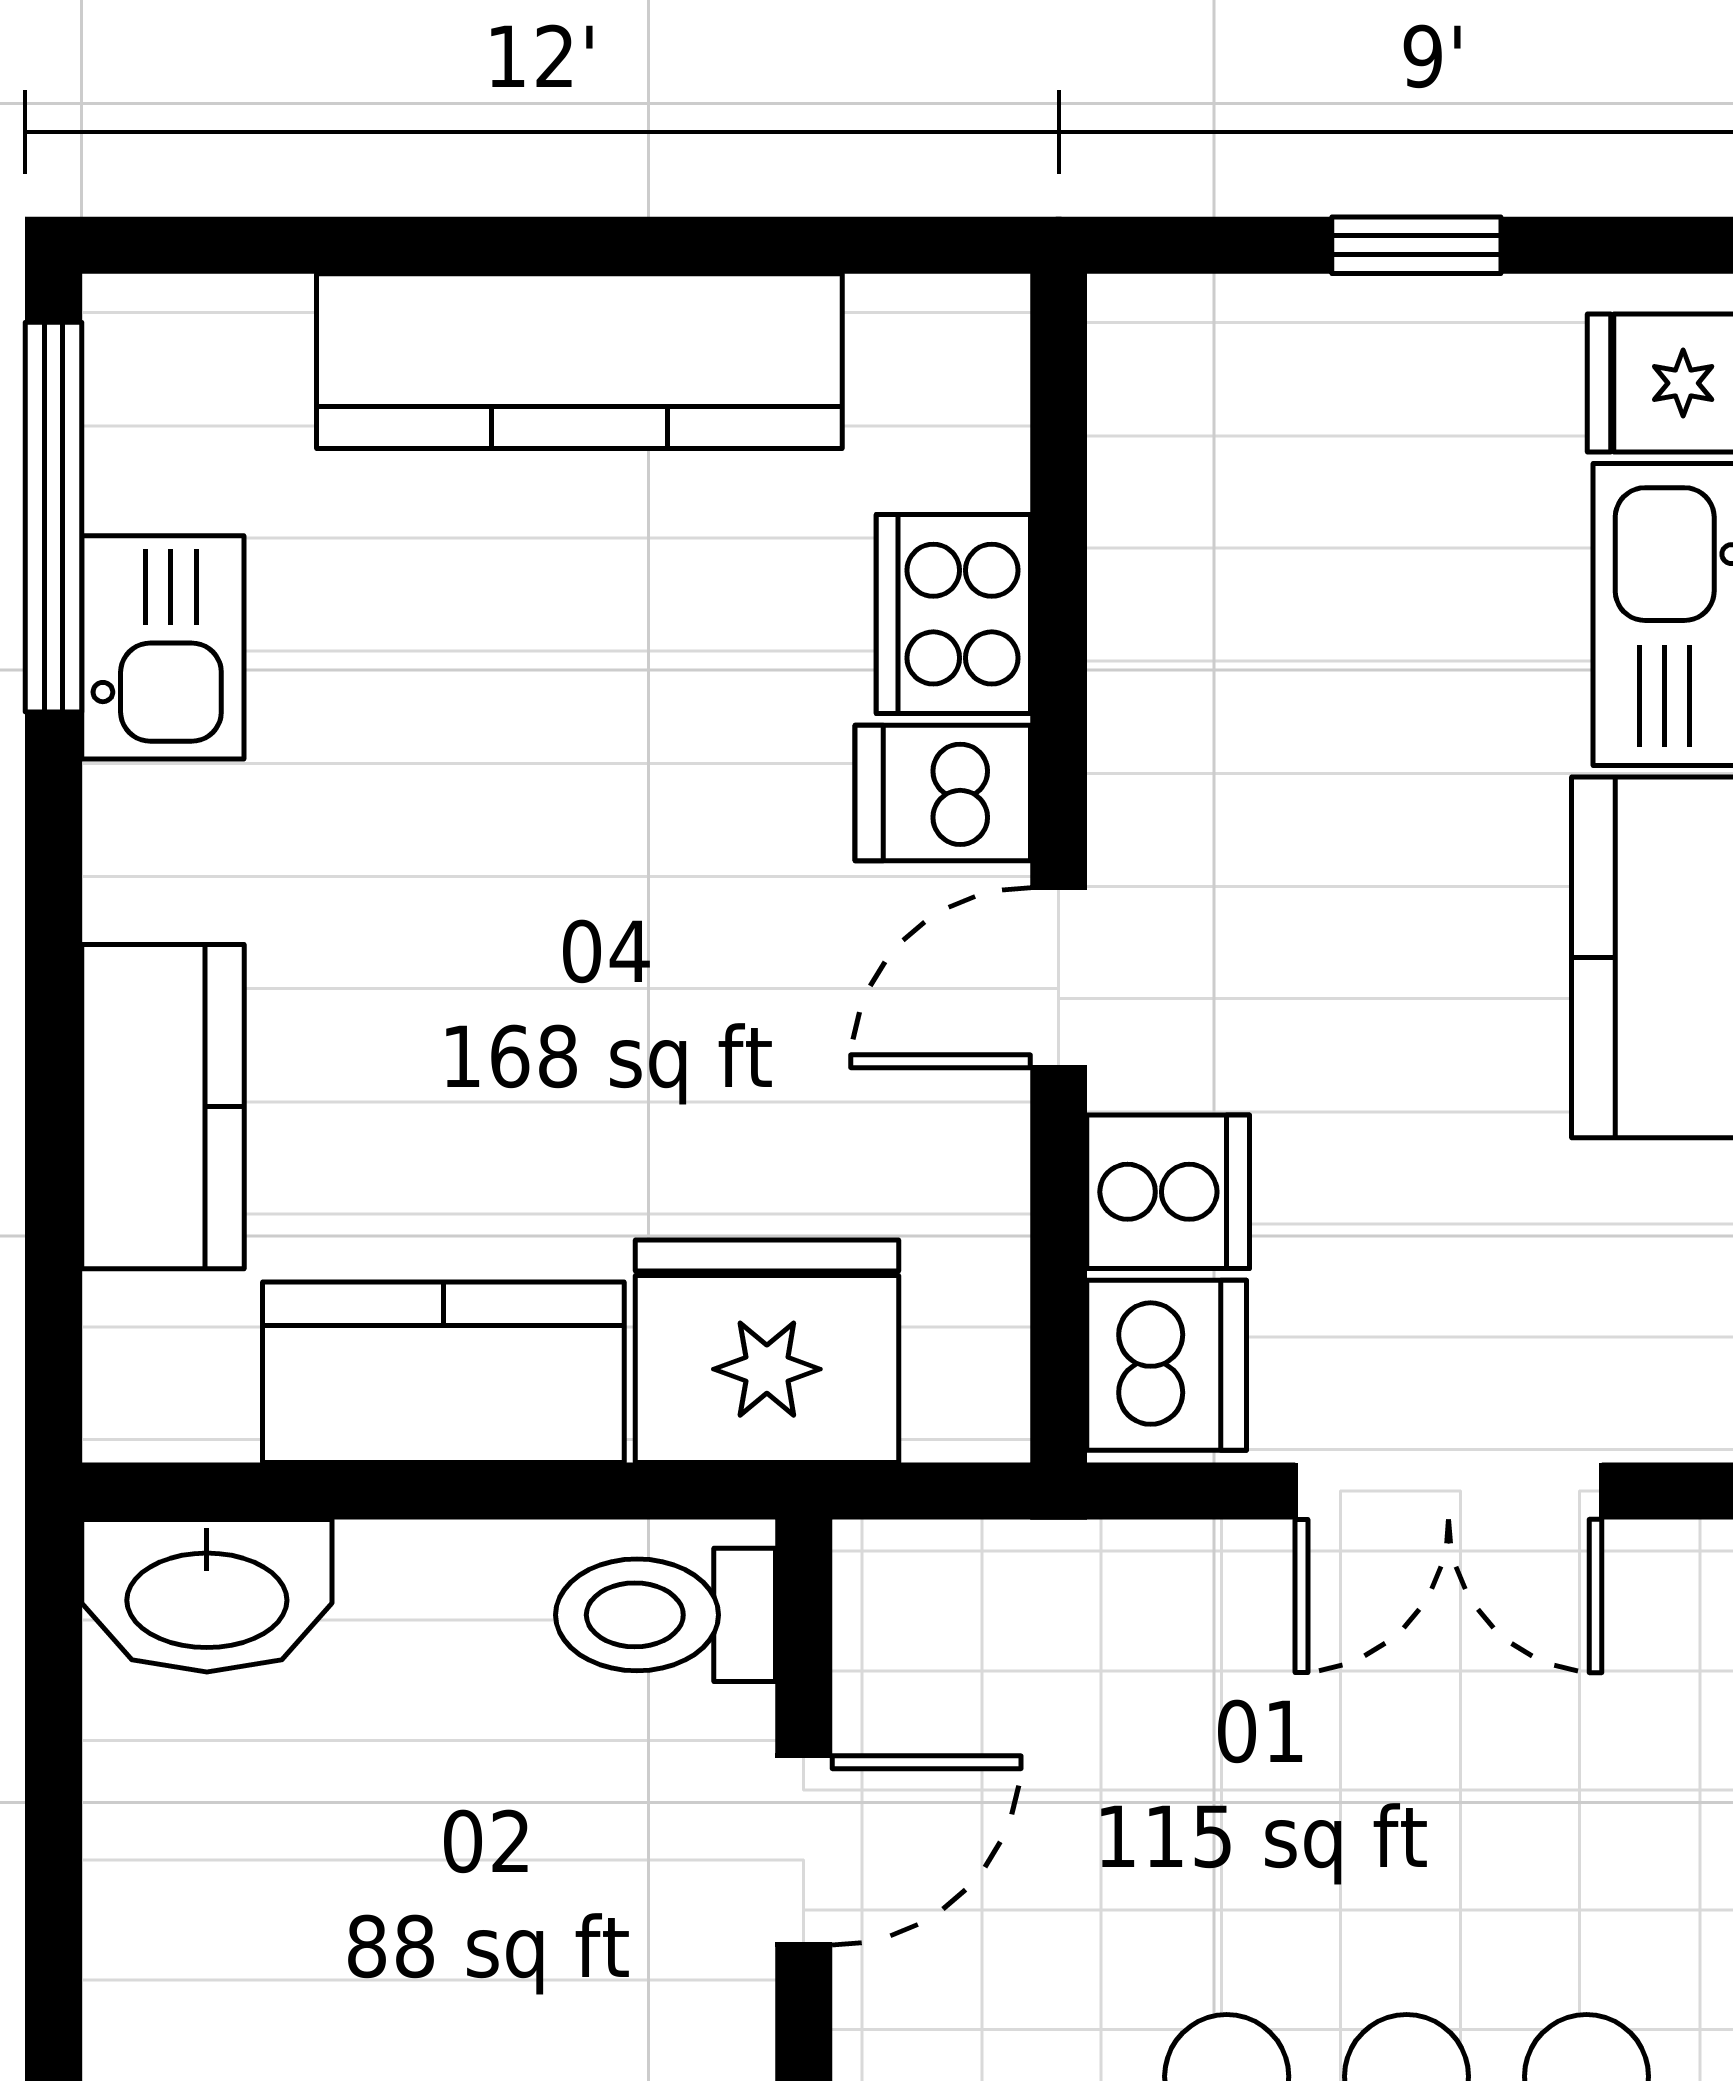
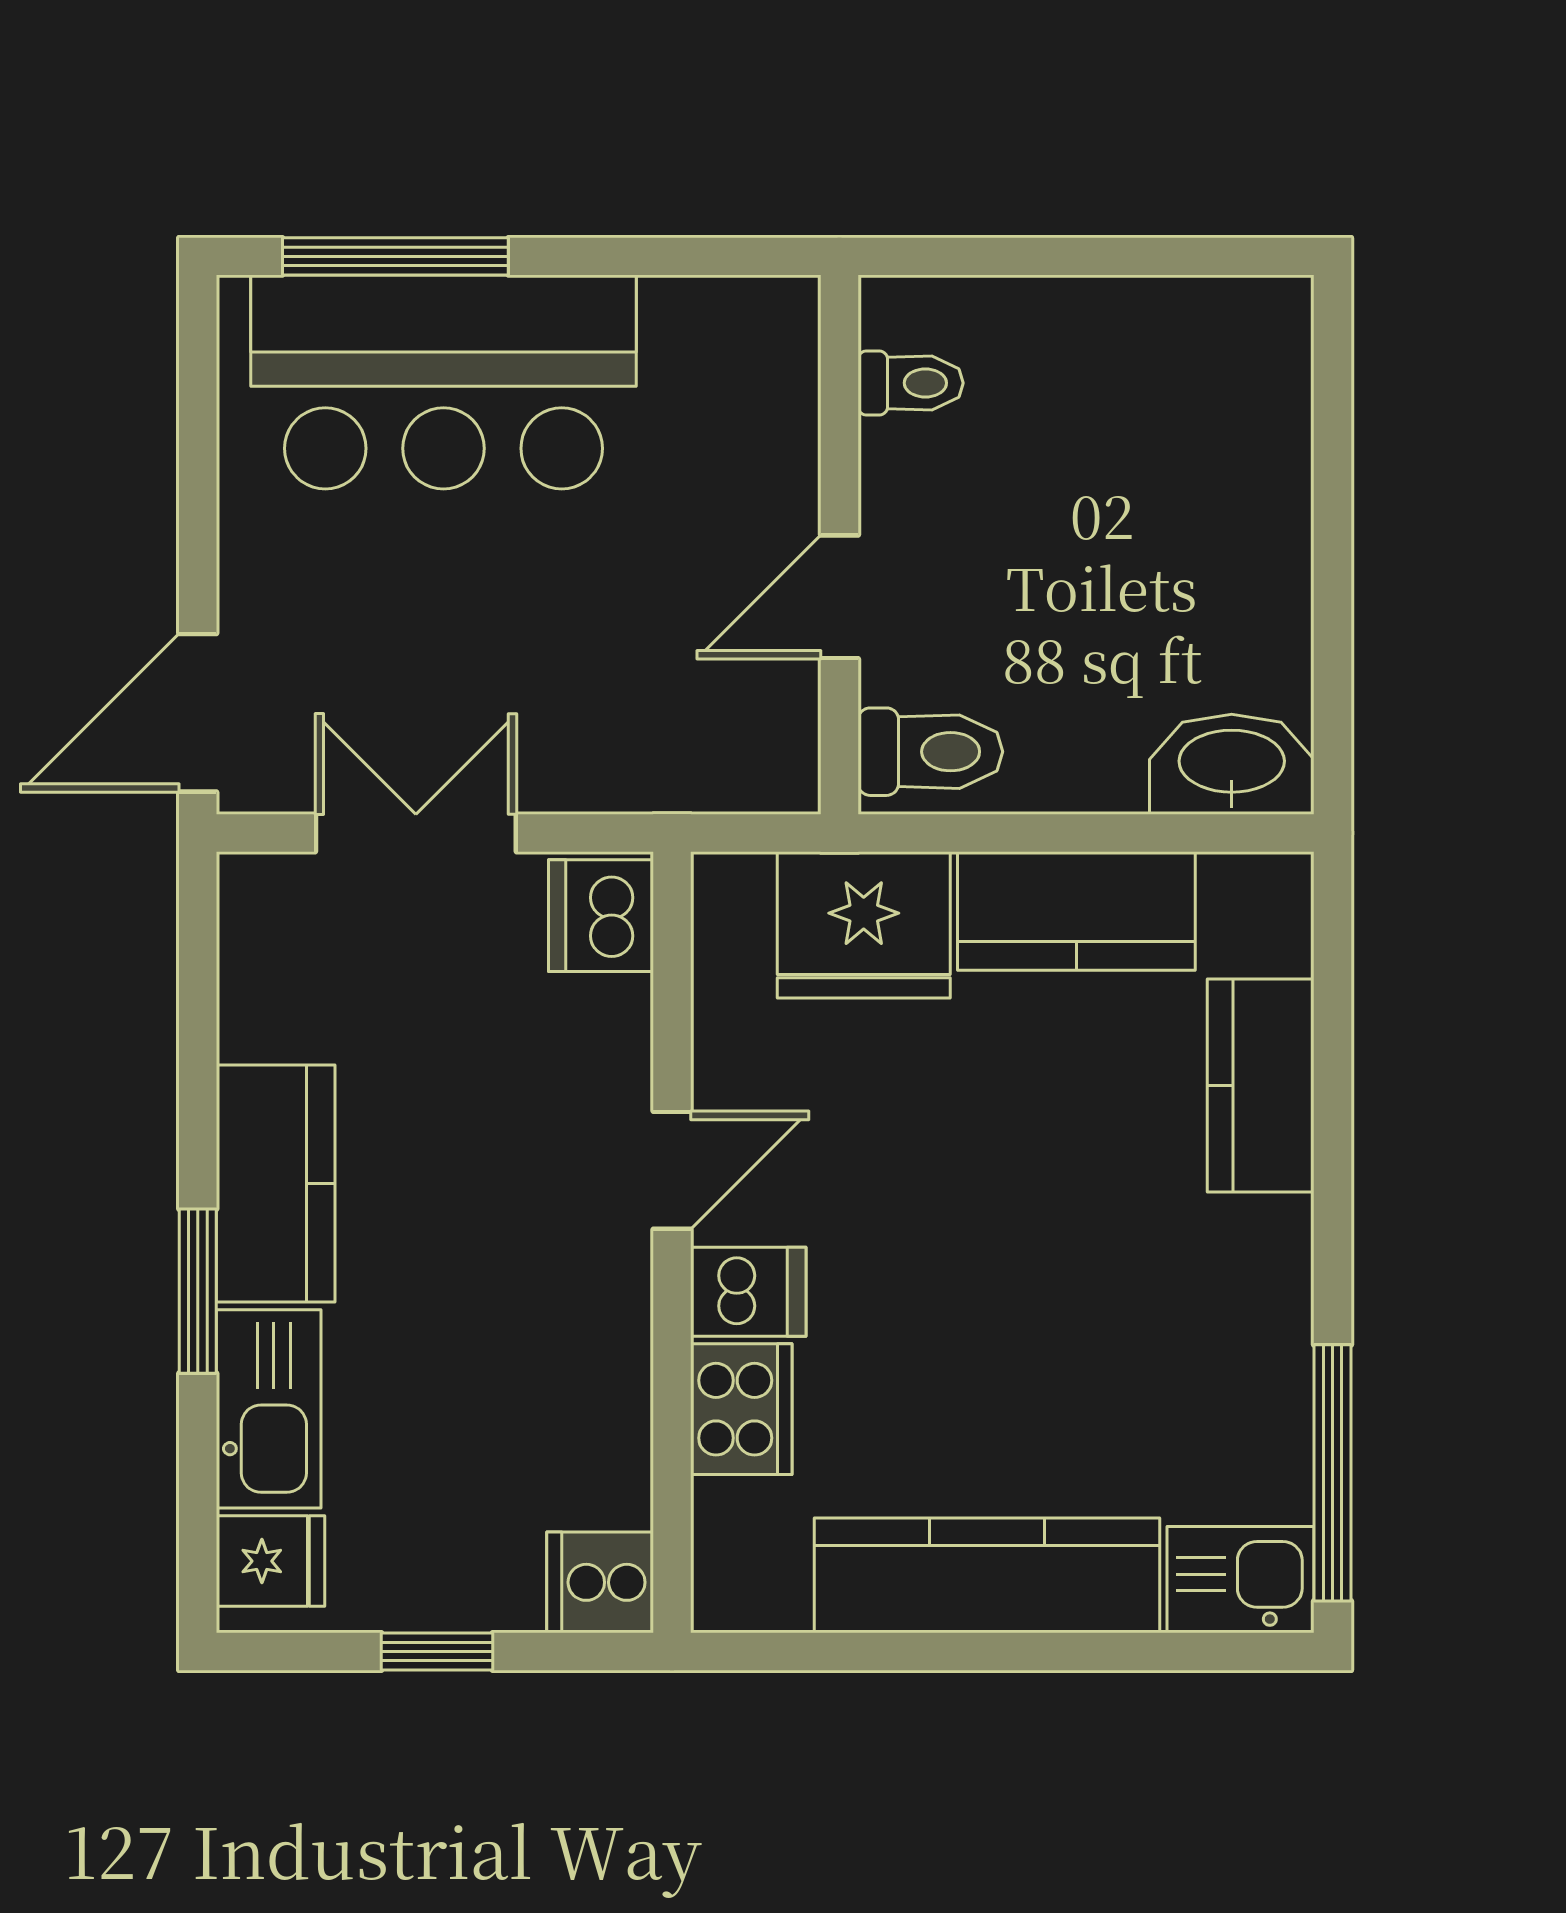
kitchen sink: (163, 647) -> (1240, 1580), moved, turned 90
cooker: (1168, 1192) -> (600, 1582), moved

